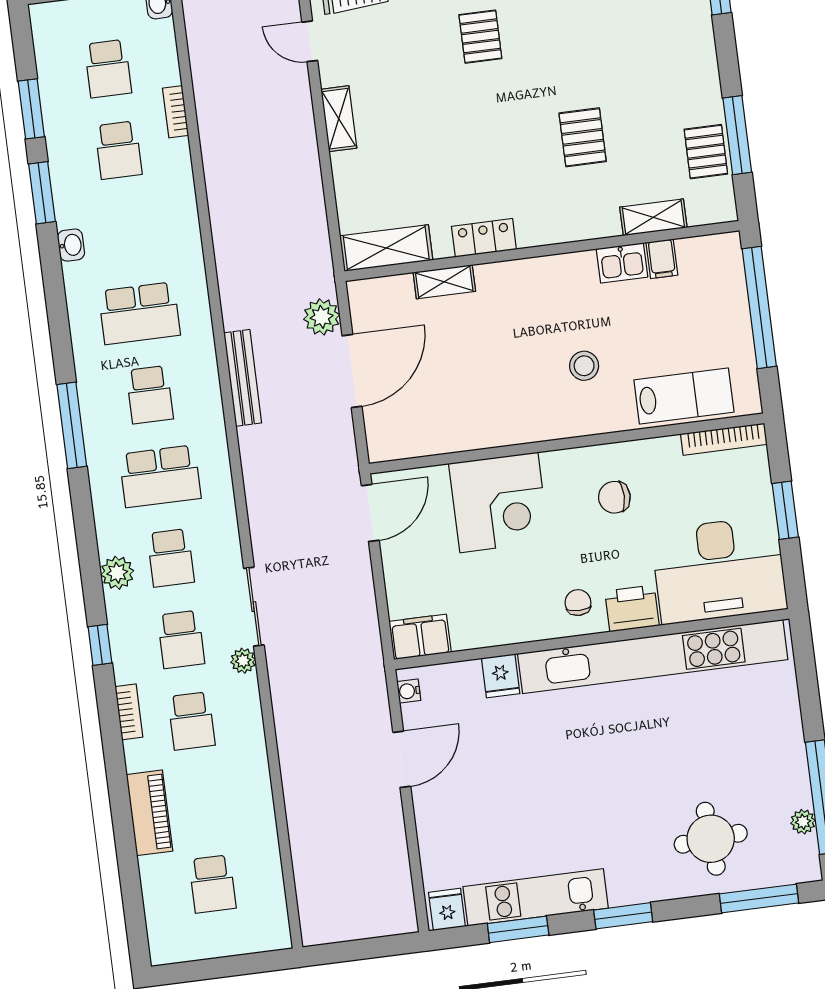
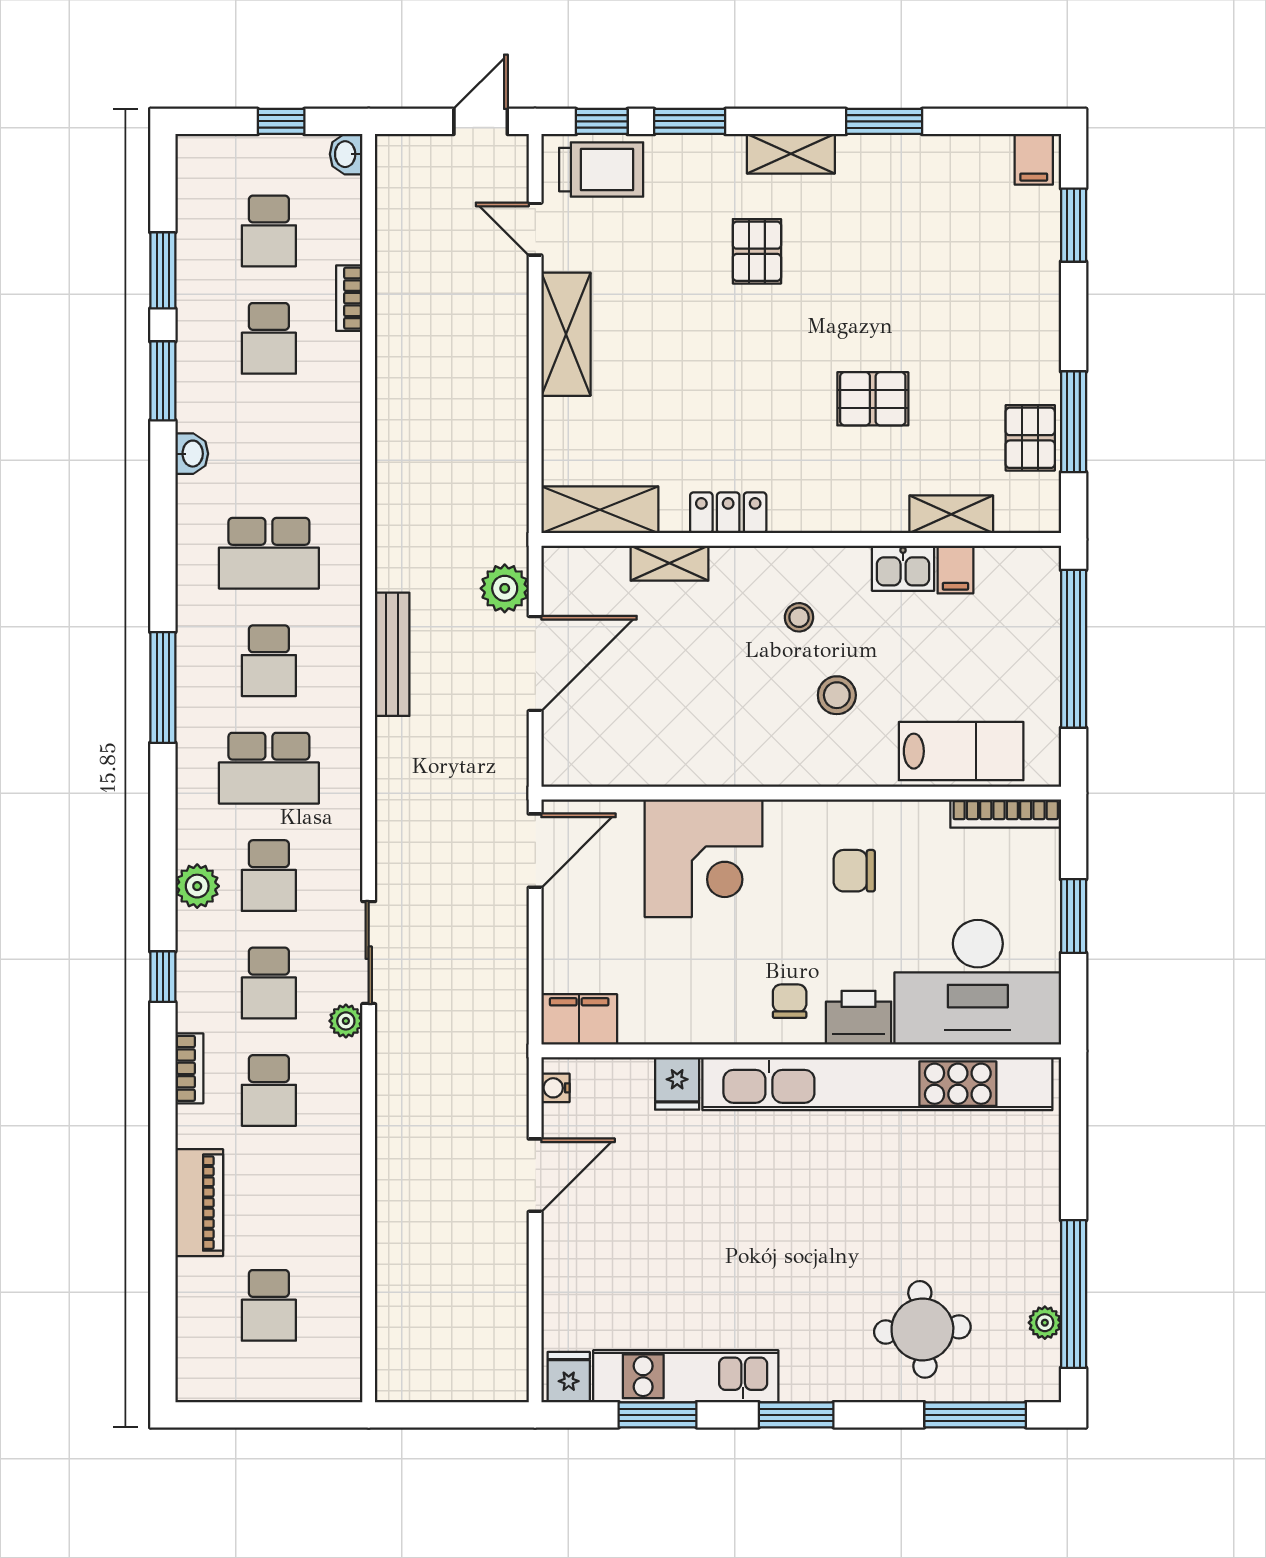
shelving: (339, 119) -> (566, 334), width x1.50, depth x1.33
pallet: (583, 137) -> (873, 399), turned 90
stool: (548, 310) -> (799, 617), added

